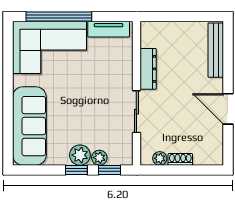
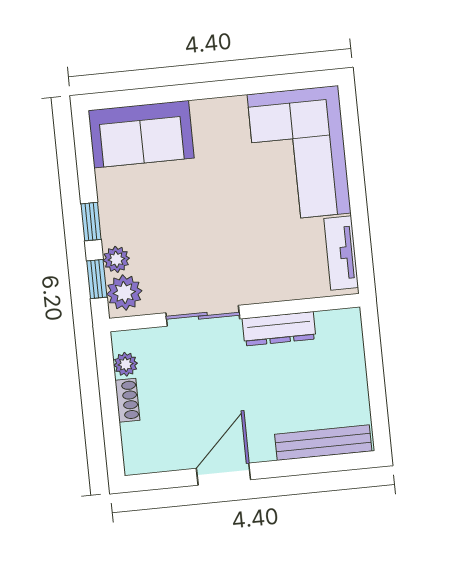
window: (59, 17) -> (354, 165), removed
sofa: (29, 126) -> (141, 134), width x0.73
plant: (80, 155) -> (124, 293), moved

